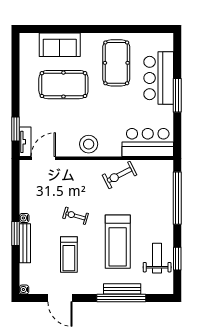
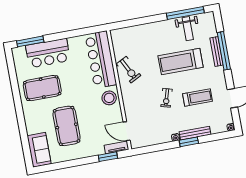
sofa: (60, 45) -> (39, 150), moved
window: (177, 95) -> (30, 41), moved
bar counter: (148, 143) -> (101, 60), width x1.36
window: (177, 198) -> (138, 22), removed
treadmill: (118, 242) -> (181, 62), turned 180
weight bench: (157, 258) -> (188, 29), turned -90
window: (177, 259) -> (185, 13), width x2.11

